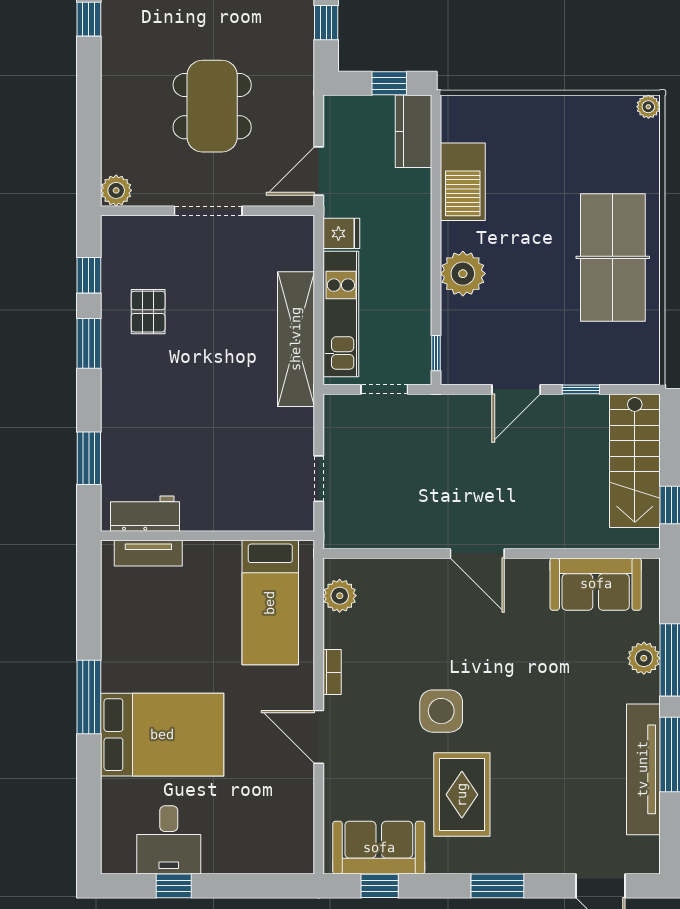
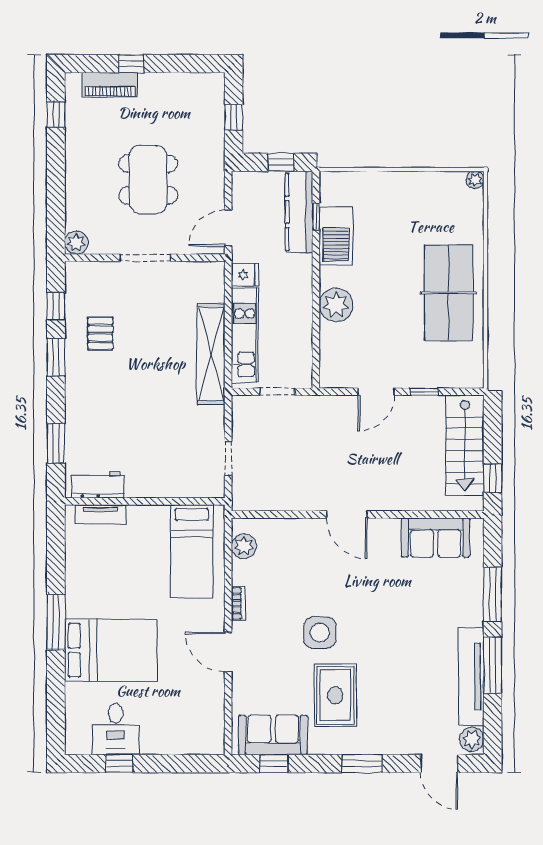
kitchen counter: (413, 131) -> (299, 212), width x1.50
window: (436, 353) -> (316, 217), moved
plant: (644, 658) -> (472, 739), moved

